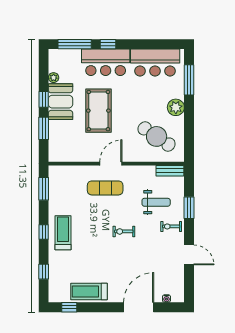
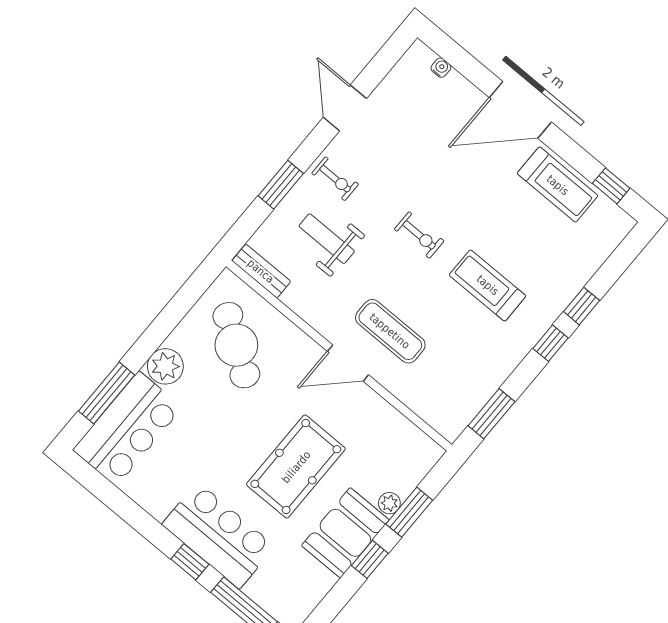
bar counter: (155, 63) -> (128, 429), moved, turned 90
plant: (54, 78) -> (389, 503), moved
treadmill: (63, 233) -> (488, 285), moved, turned 90
window: (44, 272) -> (582, 306), moved
door: (139, 307) -> (520, 110), moved

